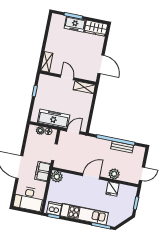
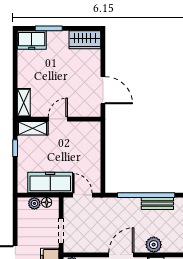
freezer: (75, 24) -> (32, 40), moved
door: (67, 77) -> (58, 119), hinge flipped
shelving: (84, 87) -> (33, 128), moved
door: (73, 131) -> (82, 195), hinge flipped

